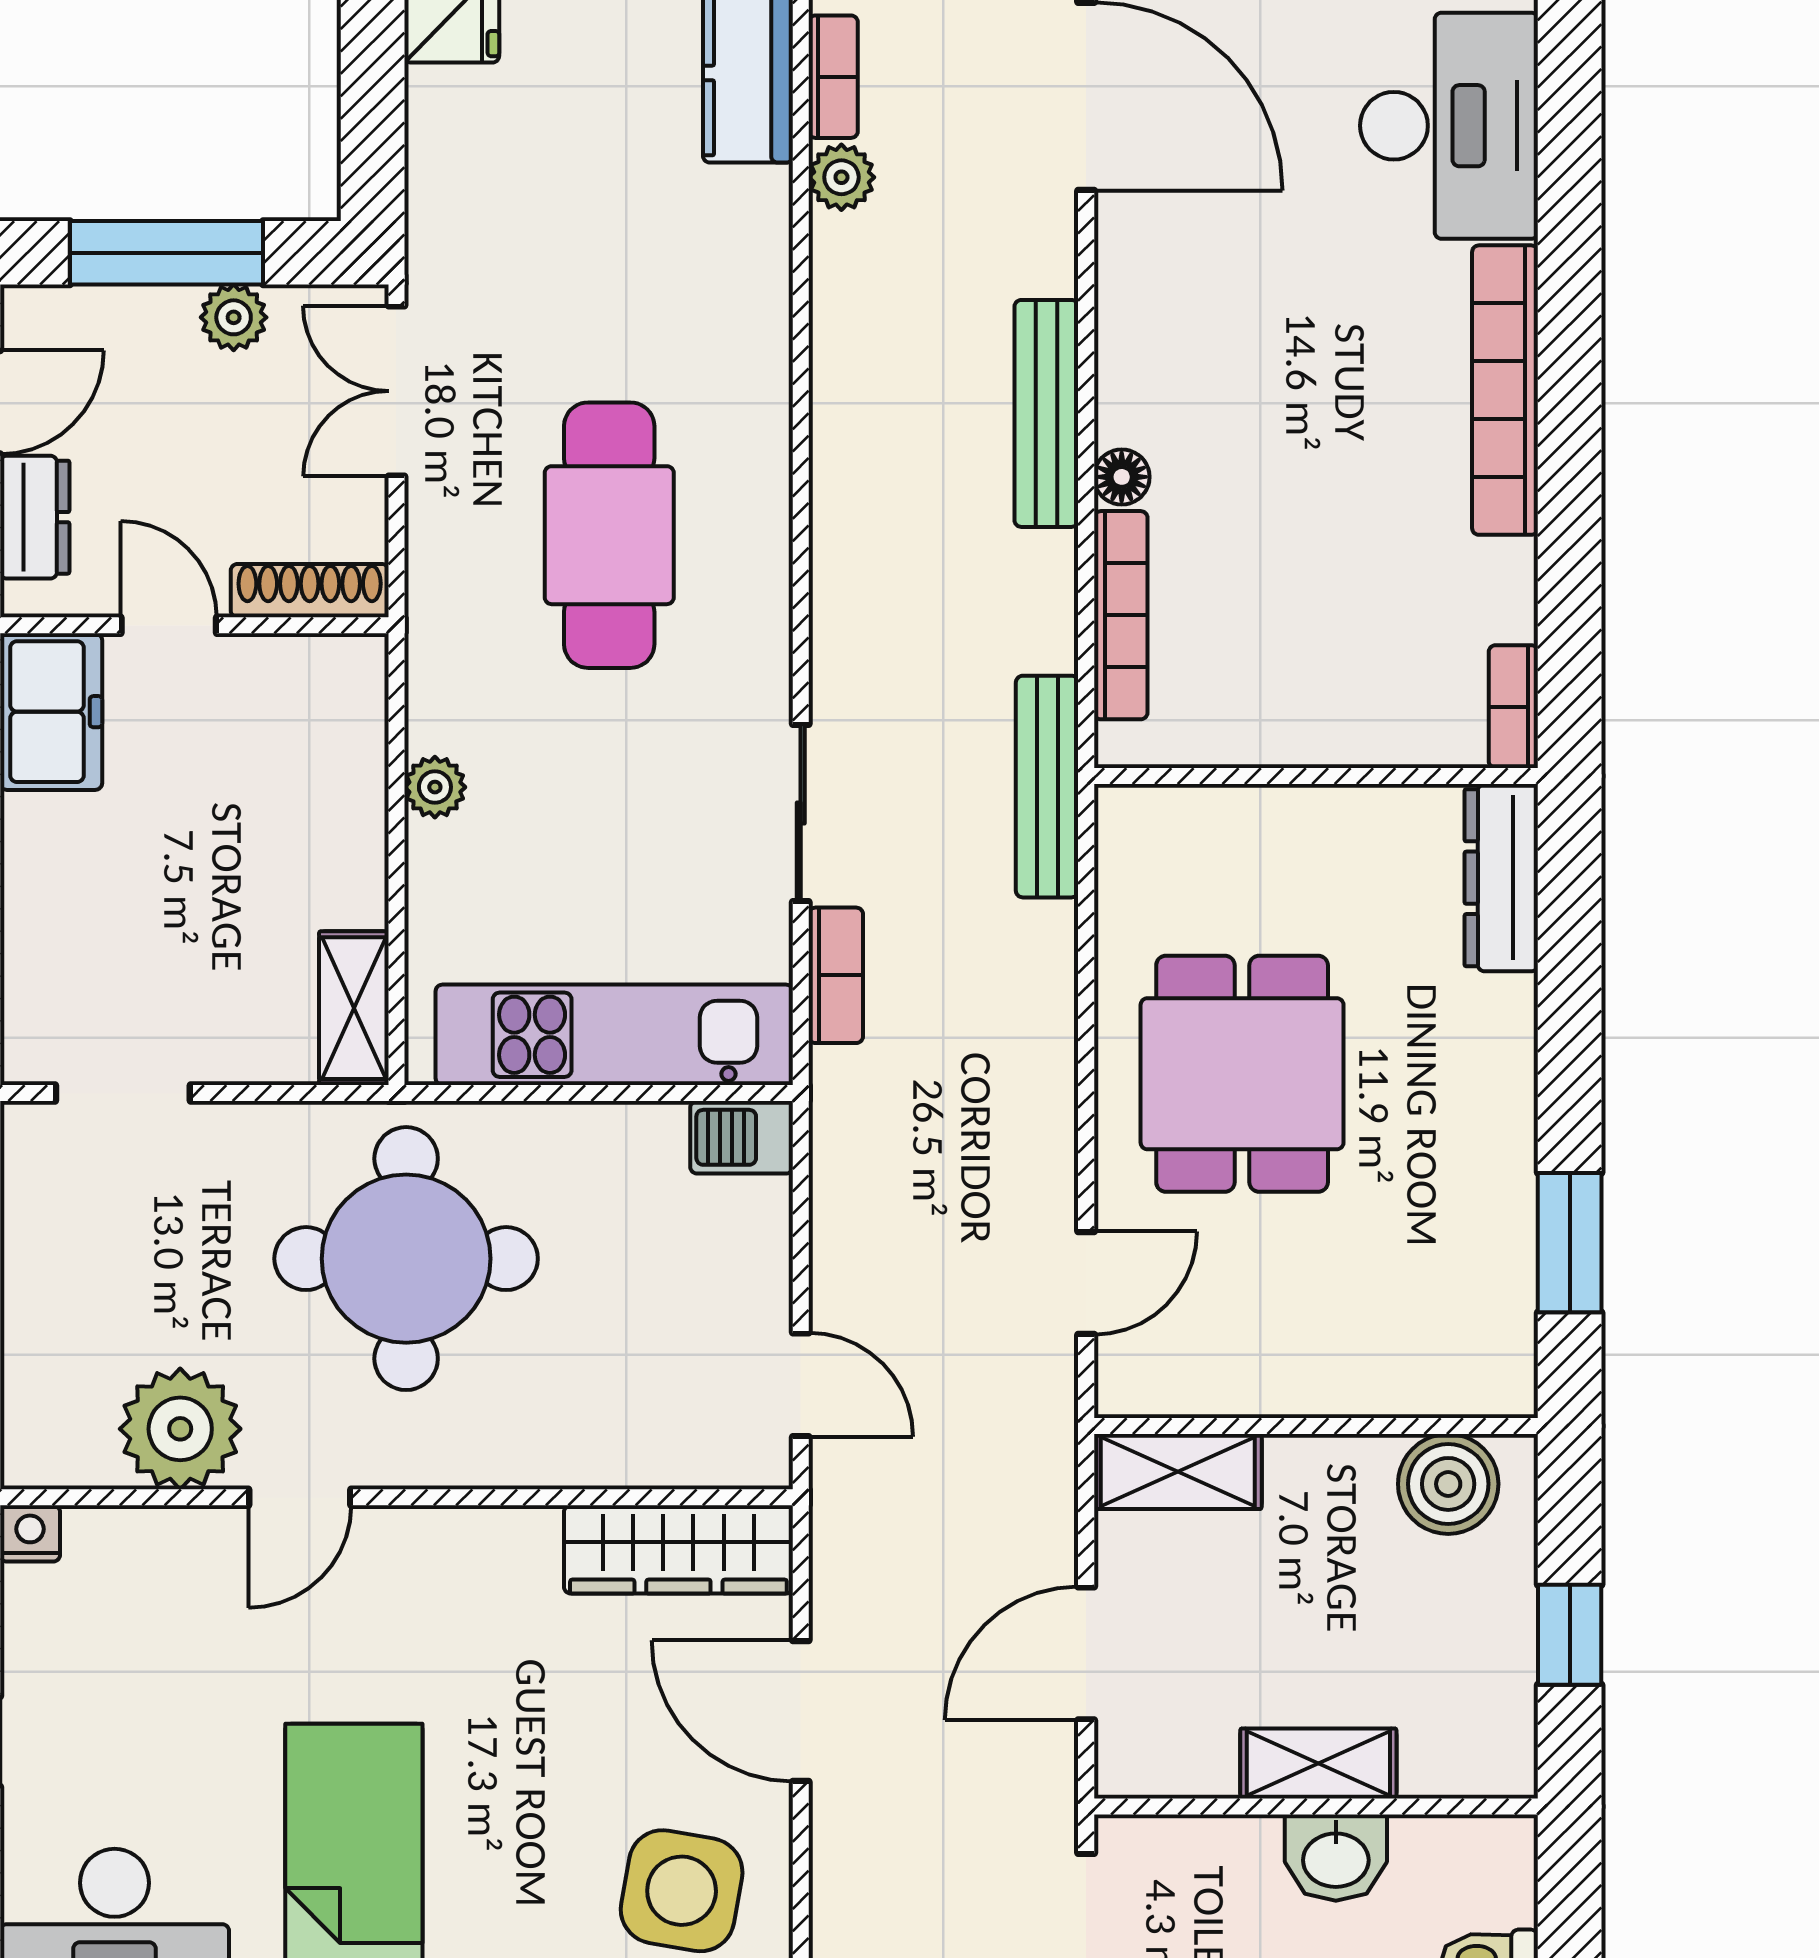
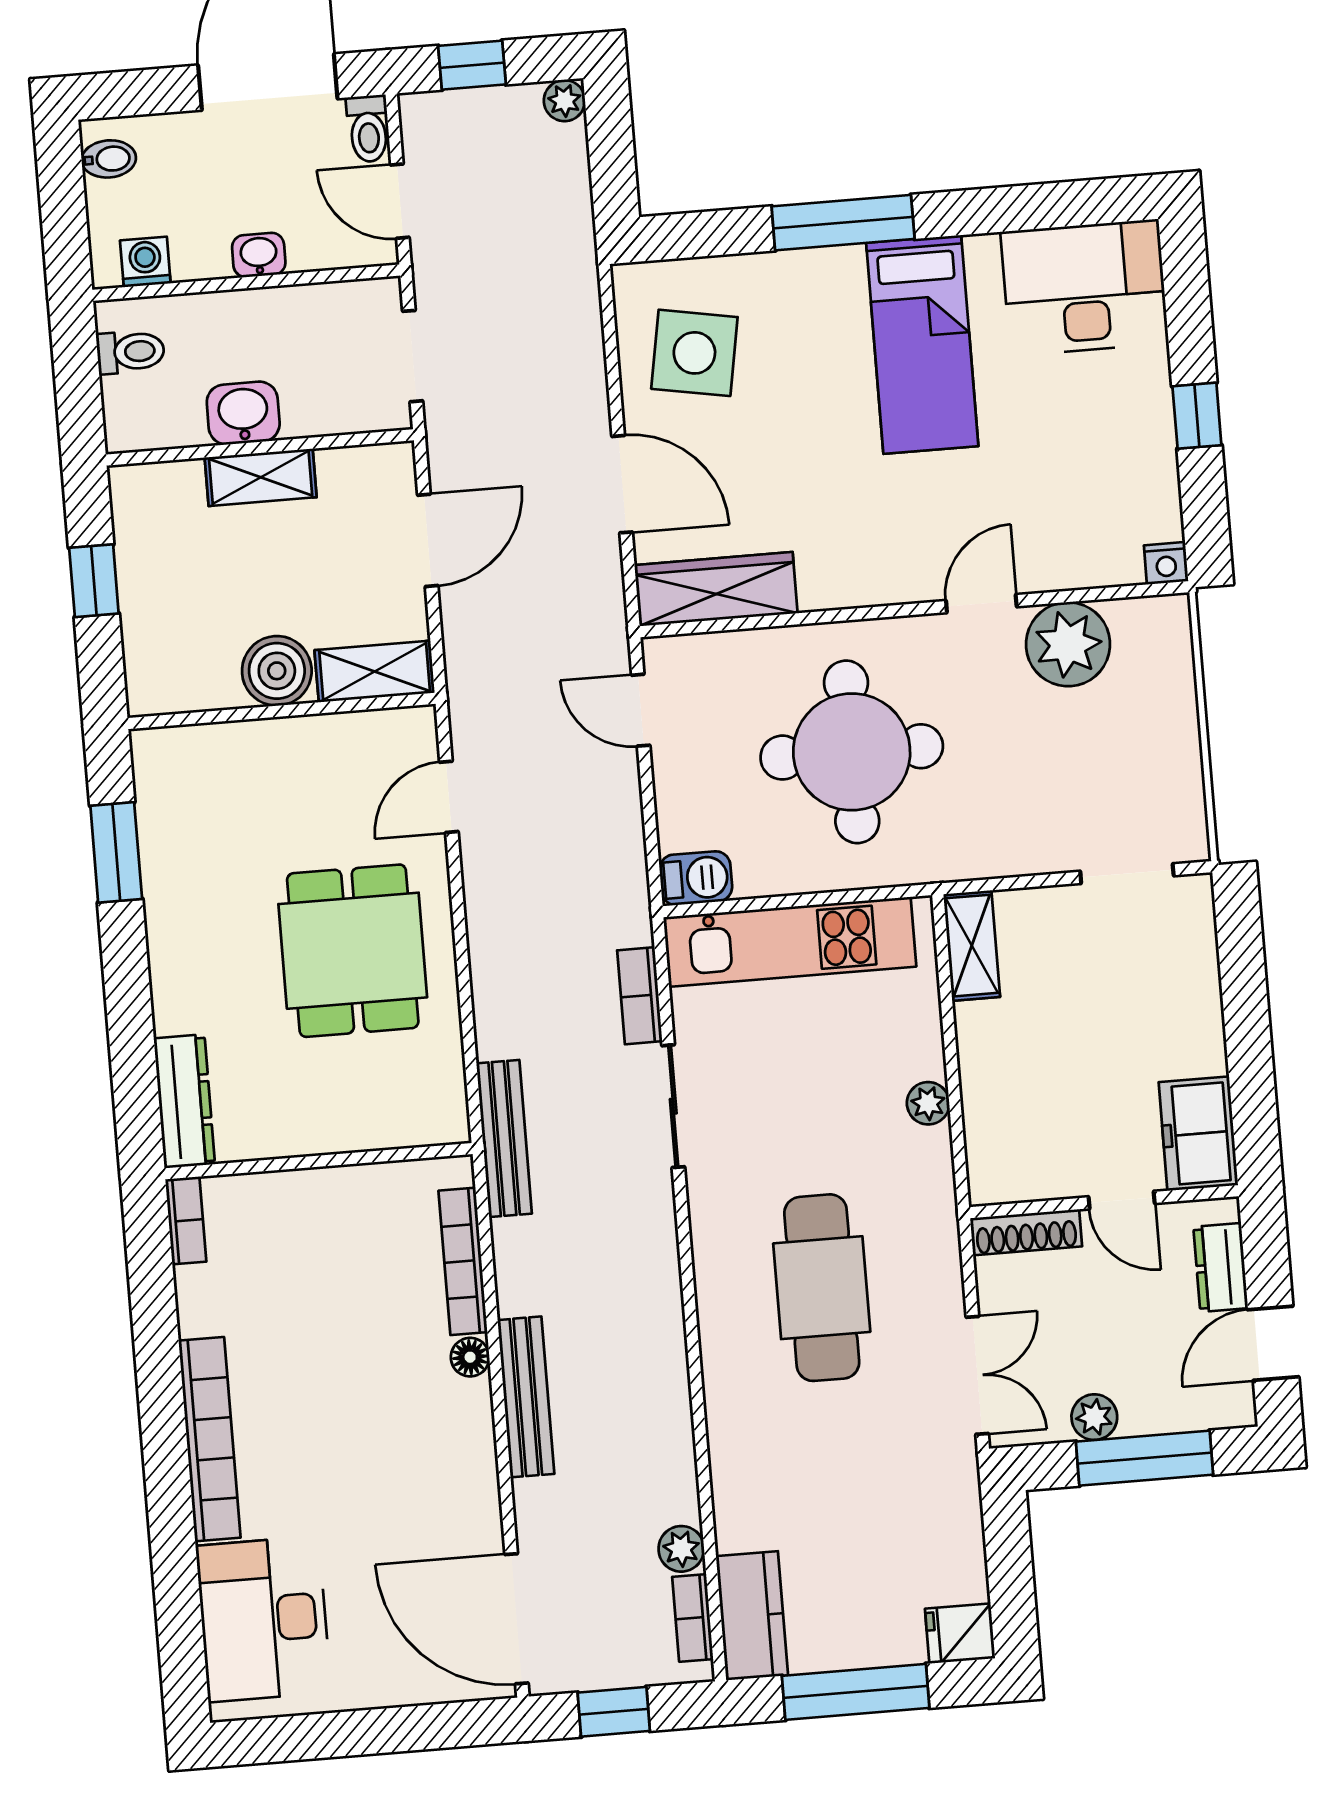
round table: (406, 1259) -> (852, 752), moved
boiler: (1448, 1484) -> (277, 671), moved

